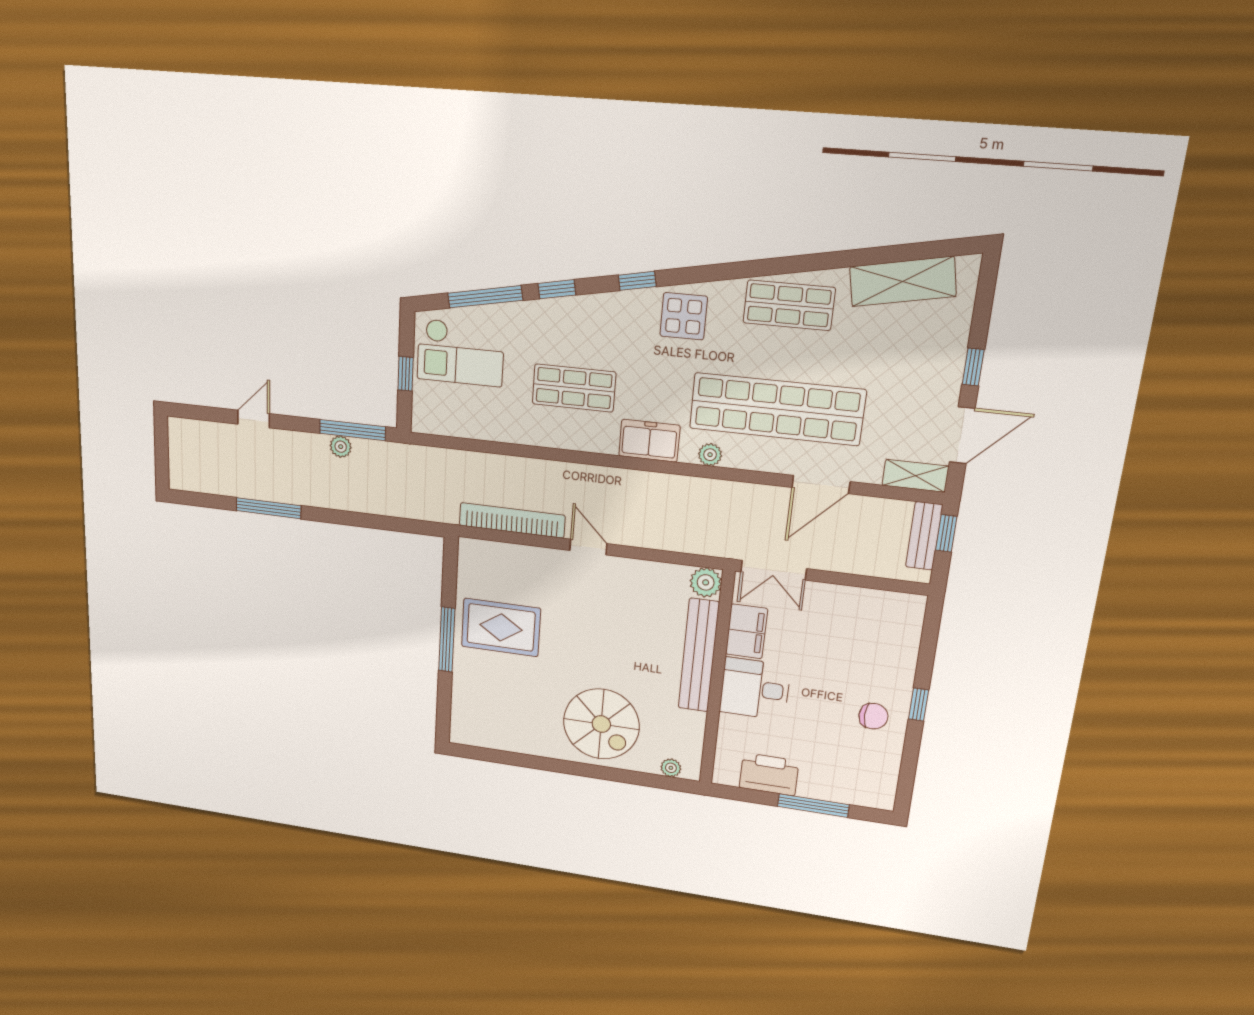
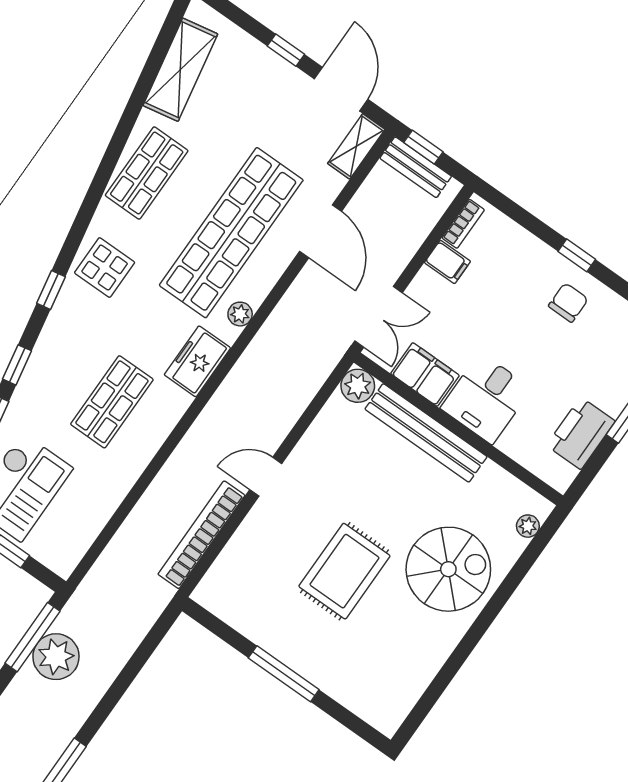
plant: (341, 447) -> (56, 657), width x1.88, depth x1.88
bookcase: (895, 600) -> (463, 224), added
filing cabinet: (854, 603) -> (447, 262), added
rug: (501, 627) -> (344, 571), moved

